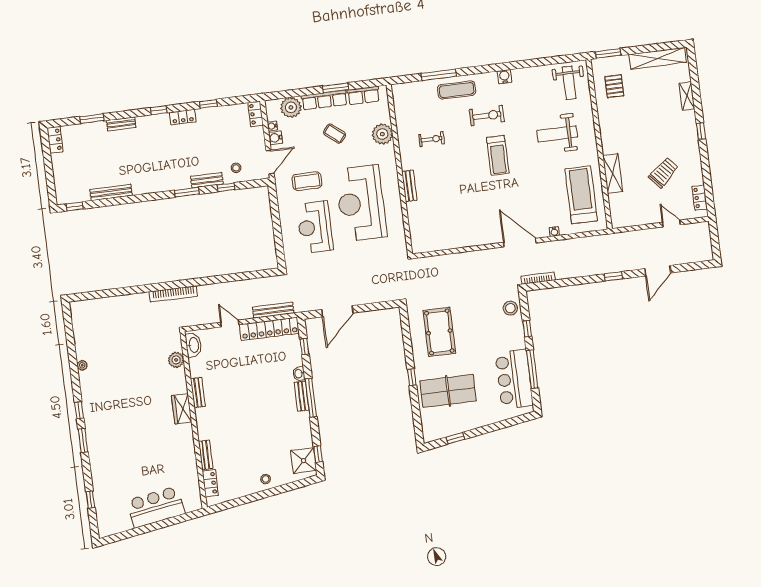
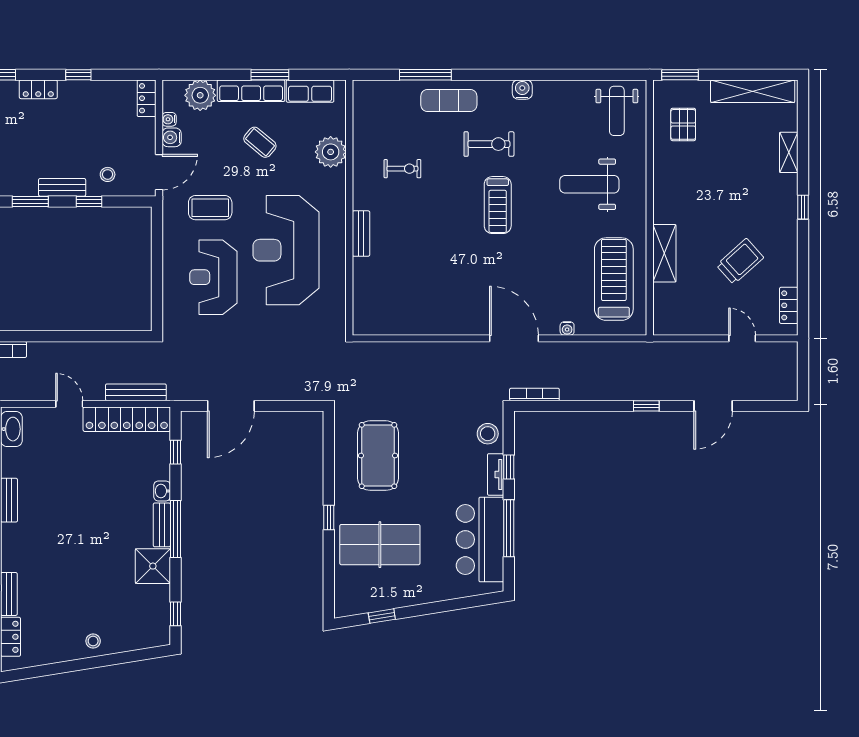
tv unit: (519, 335) -> (496, 474), added
shower: (304, 461) -> (153, 566), moved

